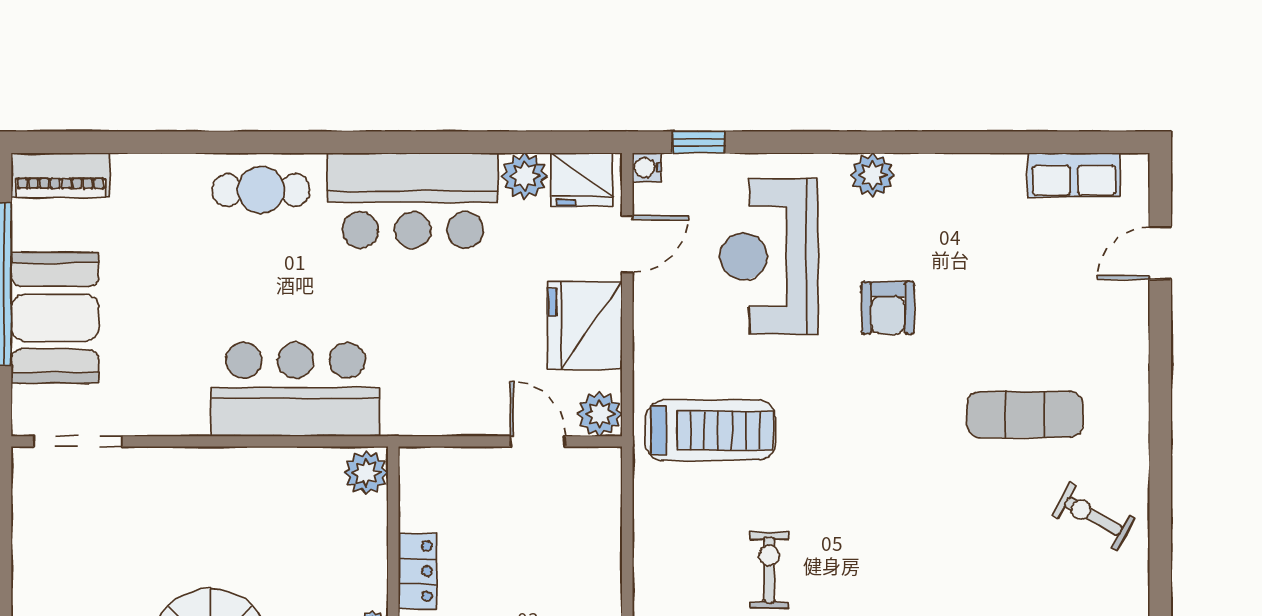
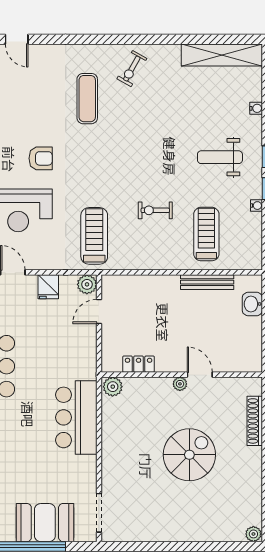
fridge: (585, 325) -> (48, 287), width x0.53, depth x0.75
locker: (417, 571) -> (139, 364), moved

